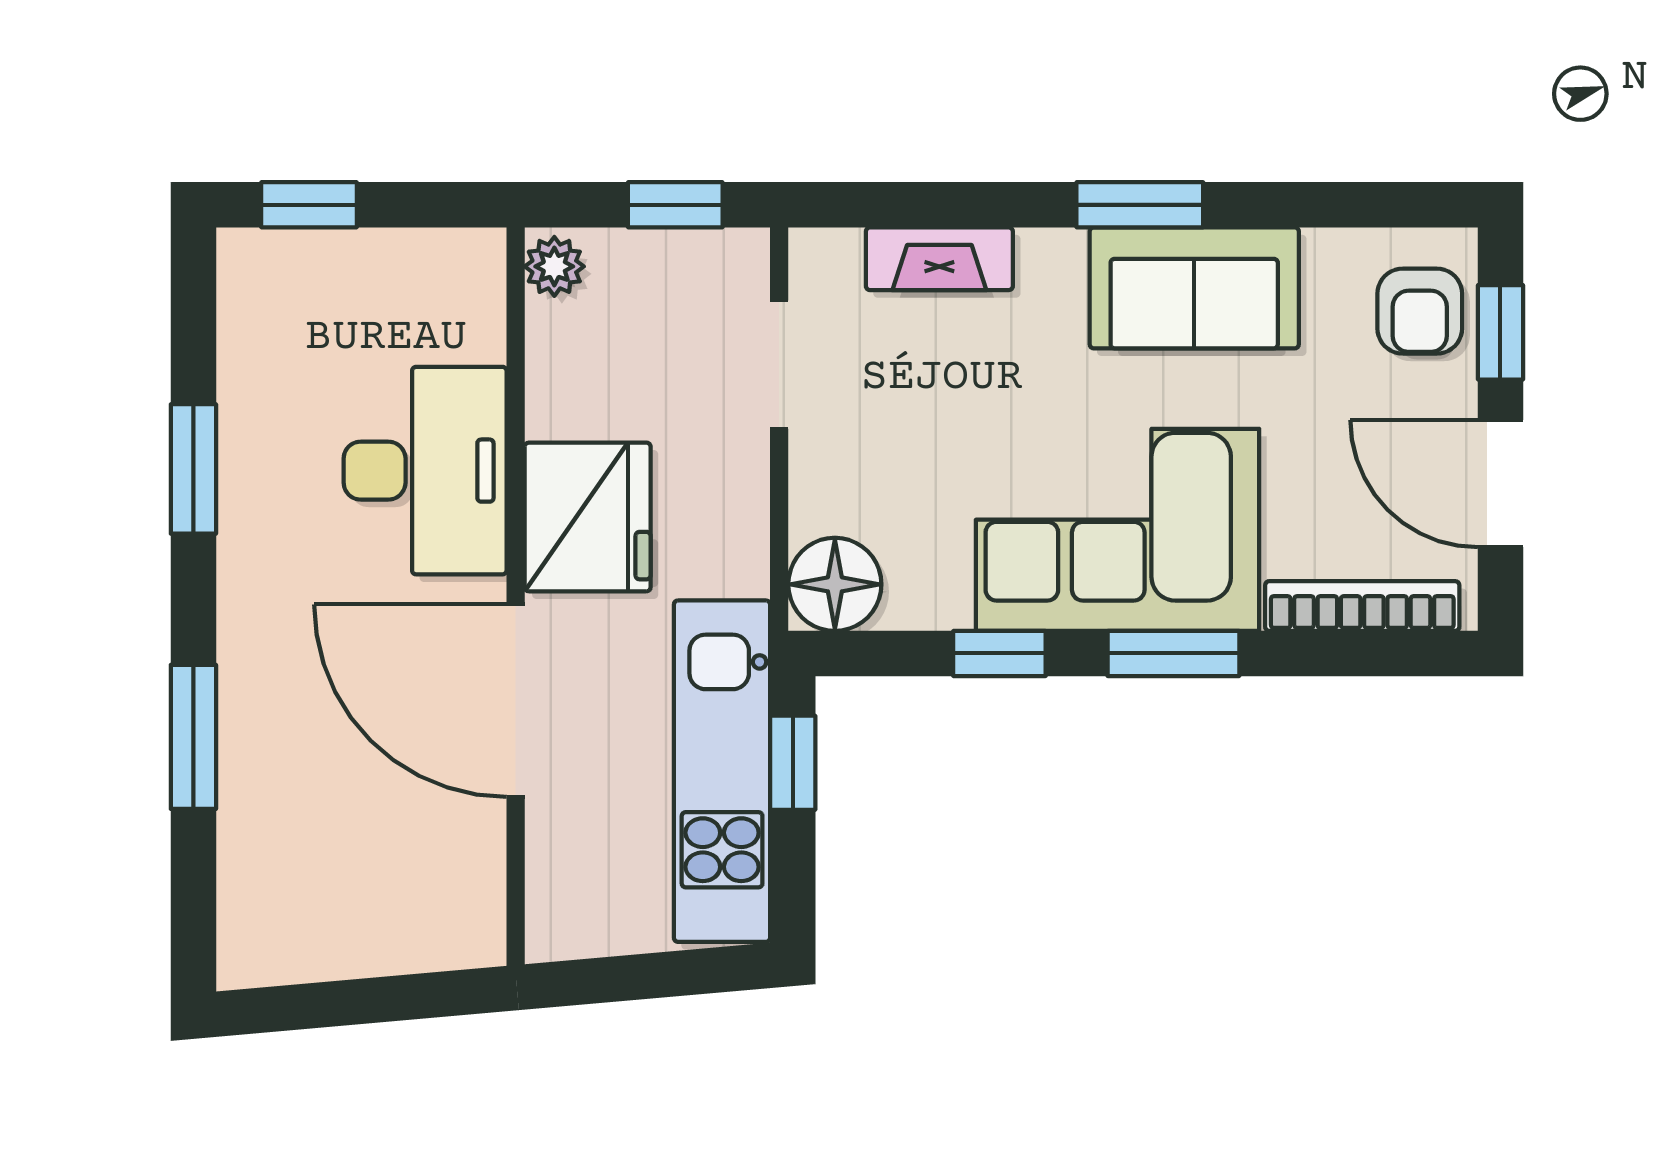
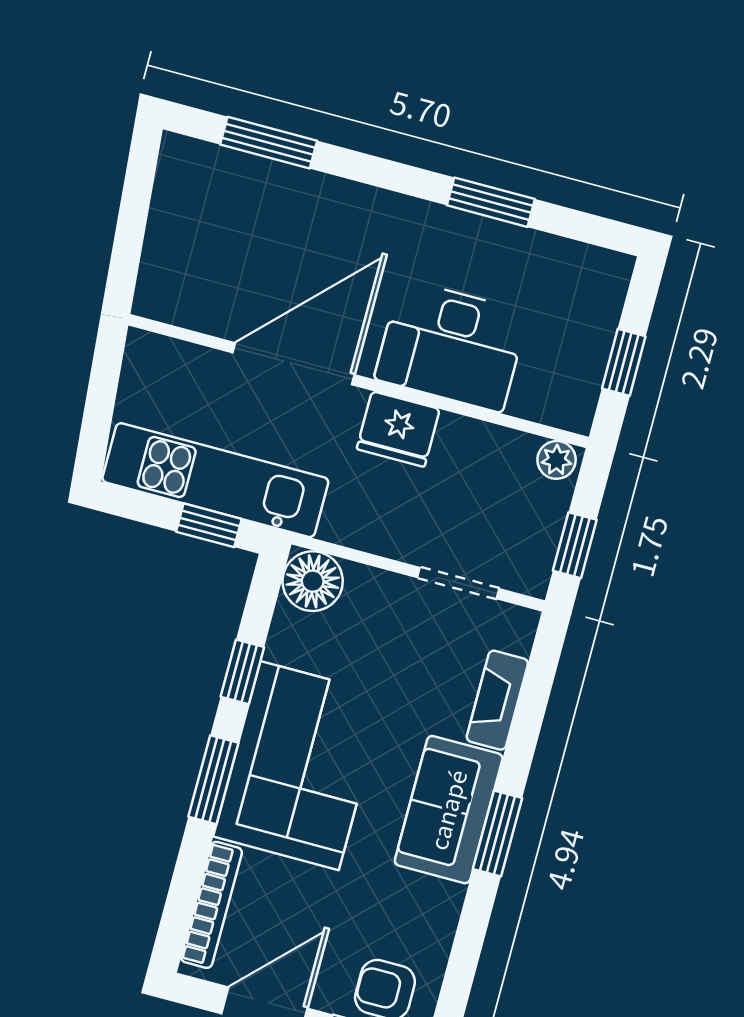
window: (309, 205) -> (624, 362), moved
sofa: (1194, 288) -> (449, 810), moved
fridge: (588, 517) -> (398, 429), width x0.73, depth x0.75
window: (193, 737) -> (269, 143), moved

